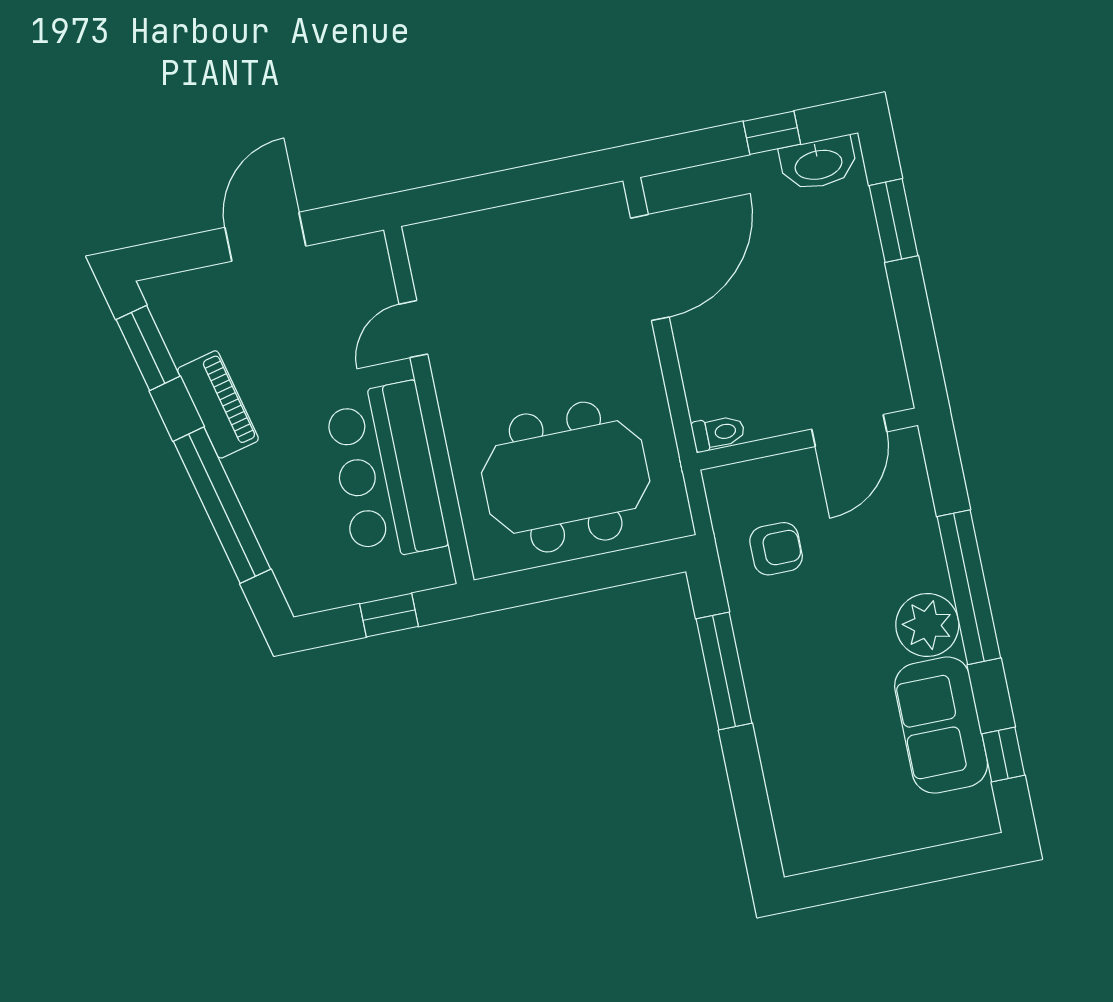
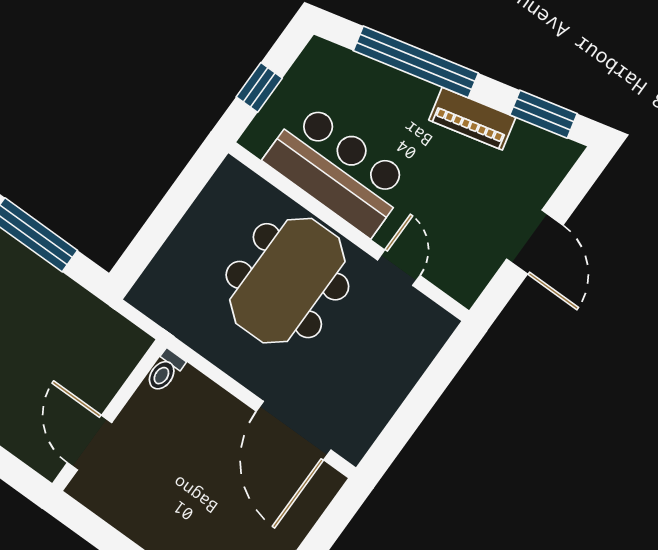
meeting table: (566, 477) -> (287, 281), moved
armchair: (776, 549) -> (69, 334), removed

